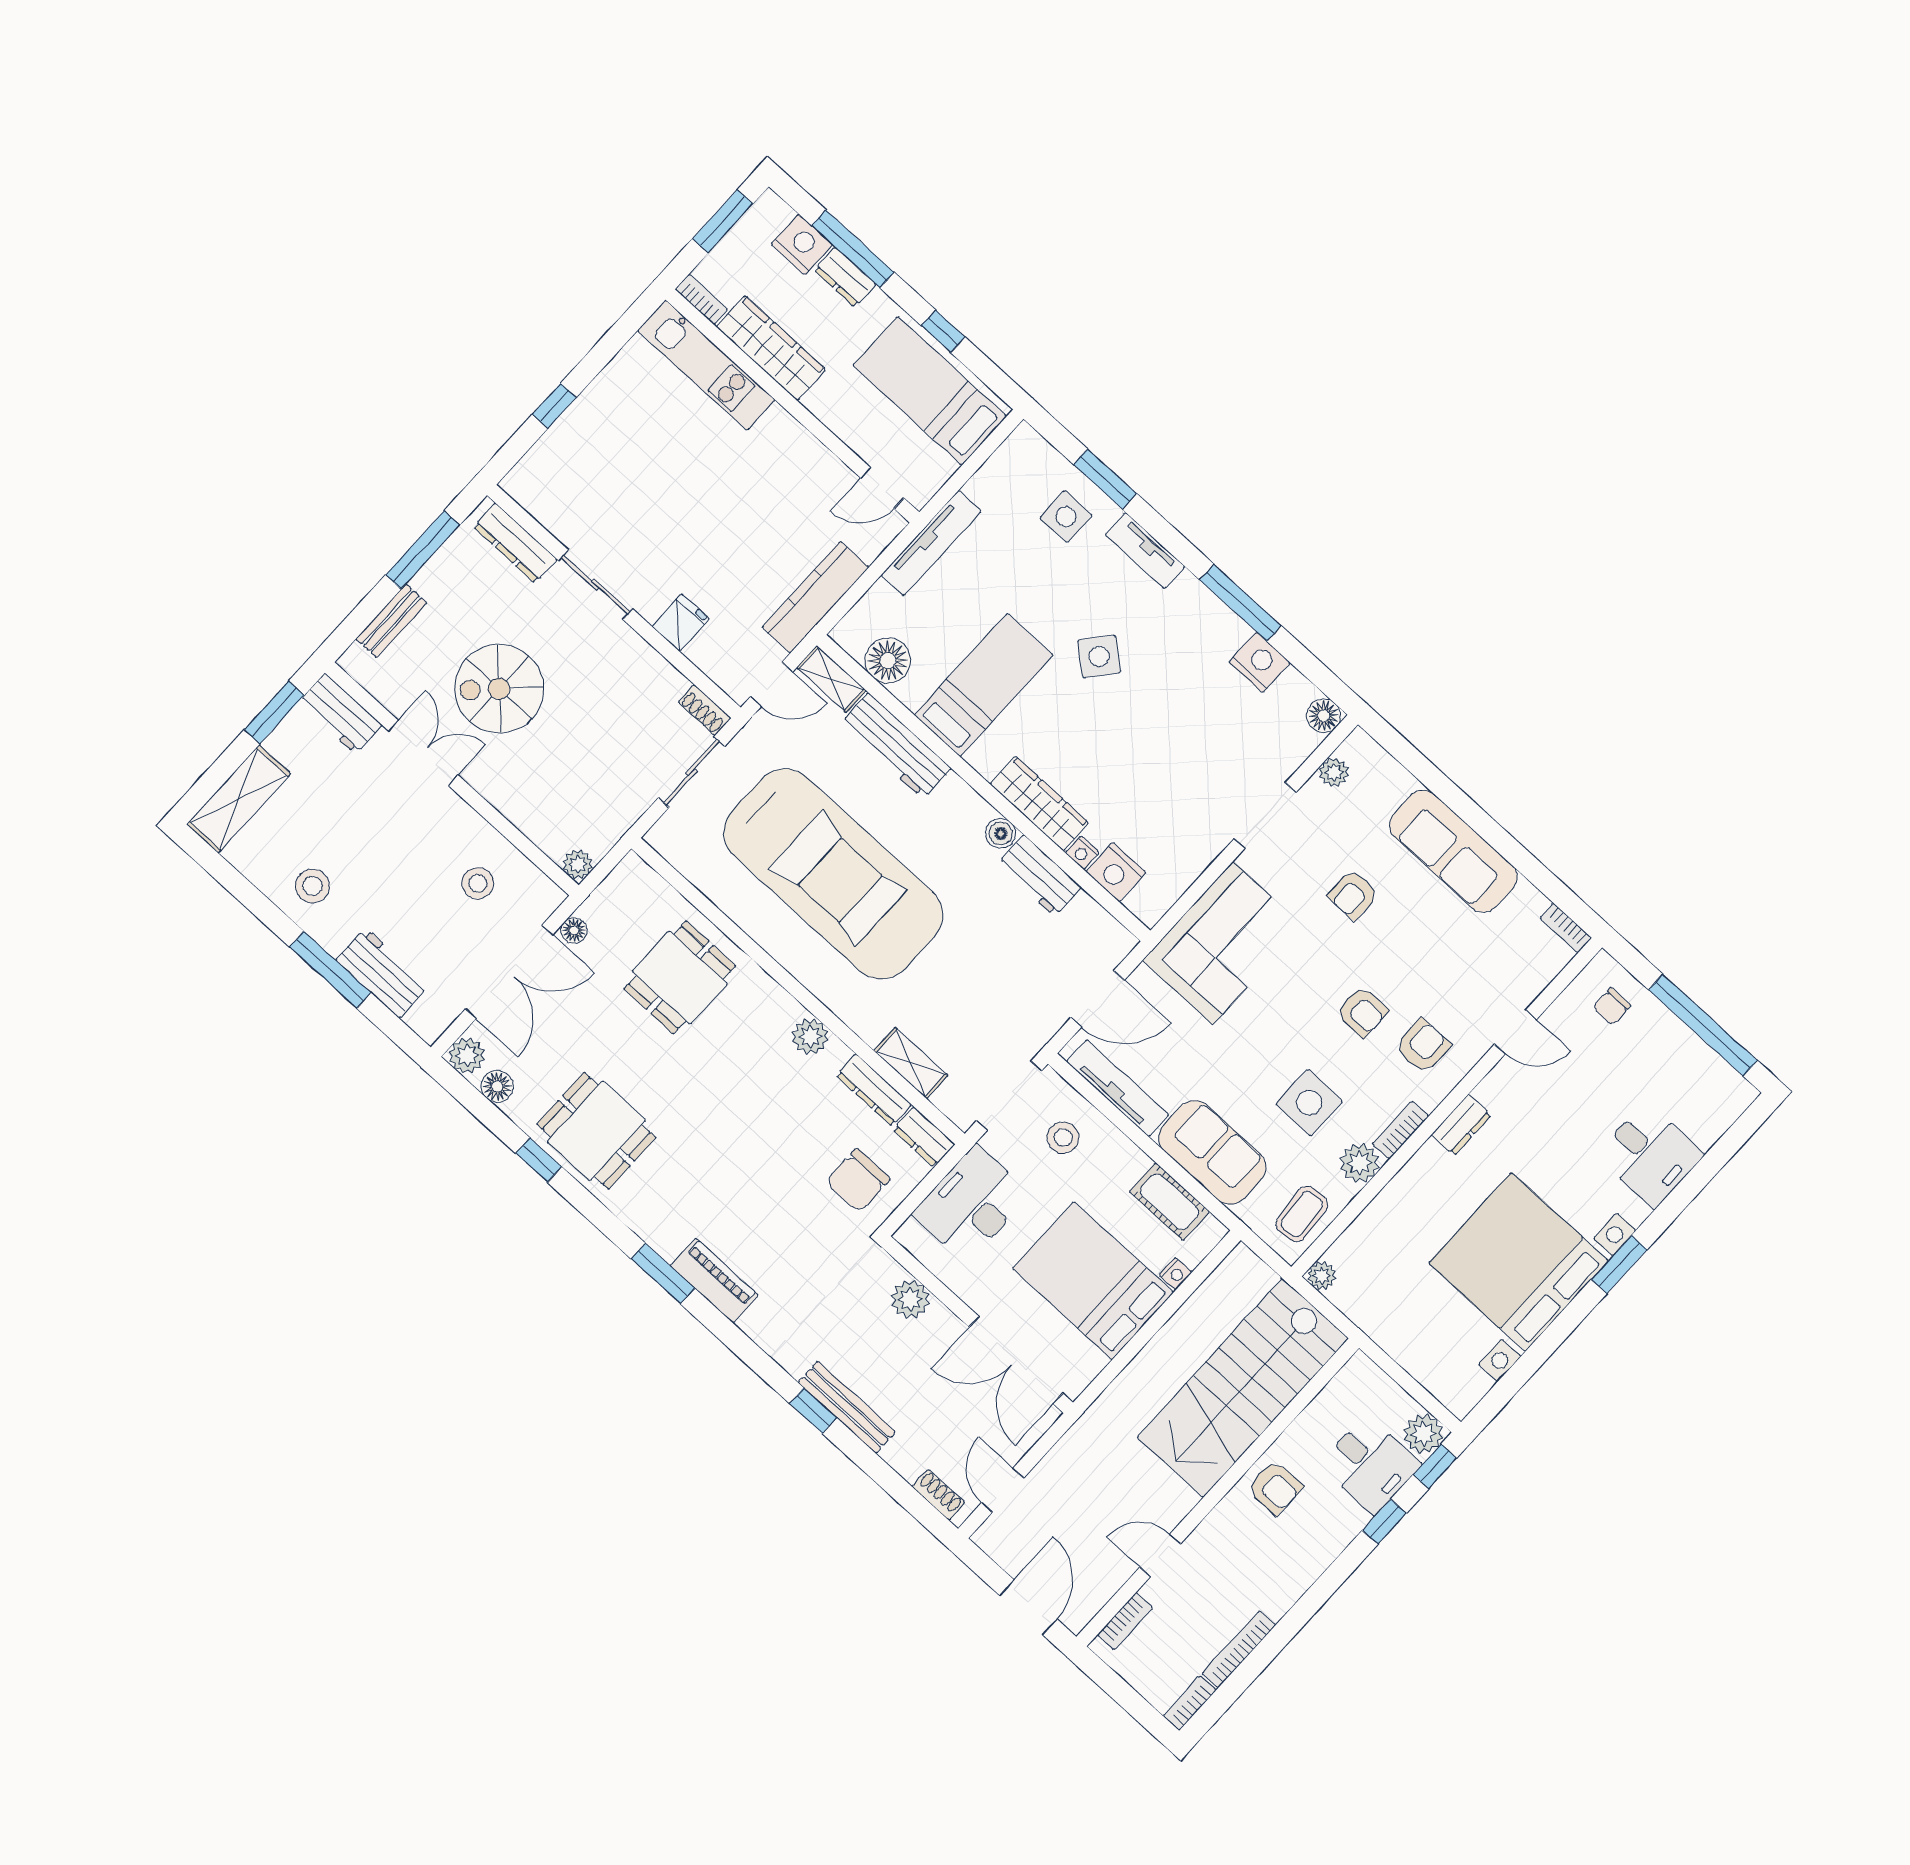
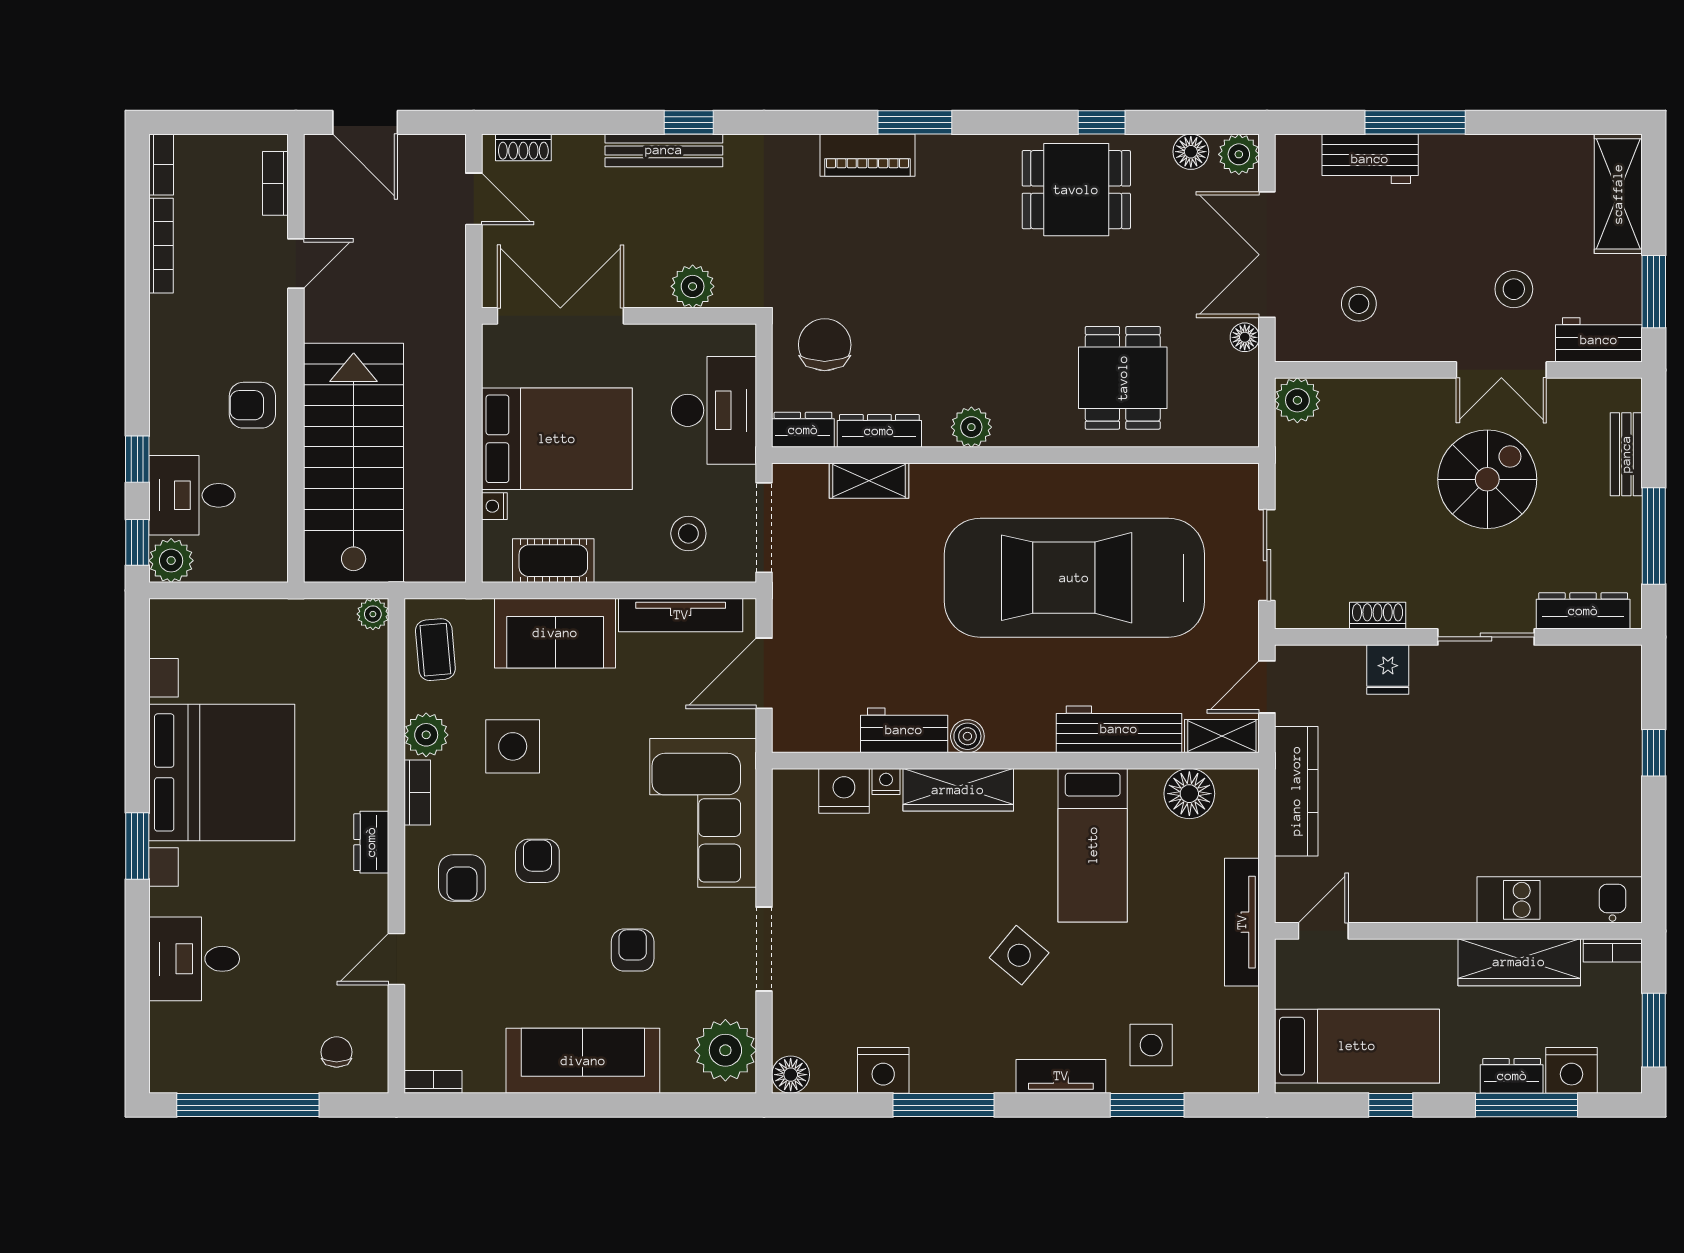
shoe rack: (705, 710) -> (1378, 616), moved
plant: (1334, 772) -> (725, 1050), width x1.88, depth x1.88
plant: (578, 864) -> (1297, 400), width x1.38, depth x1.38
stool: (312, 886) -> (1514, 289), moved
armchair: (1362, 1012) -> (537, 861), turned 90

